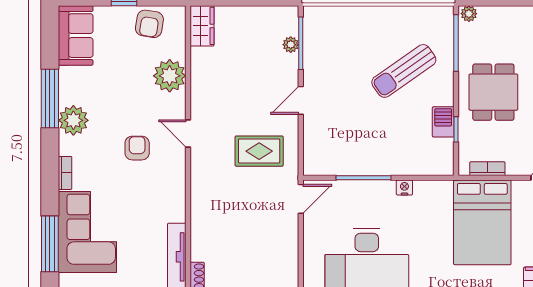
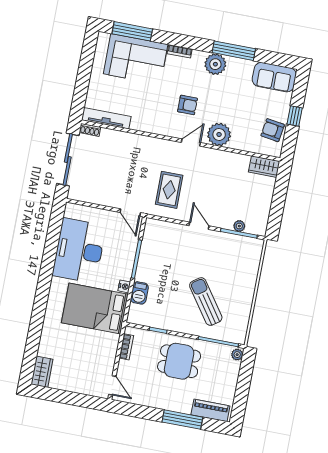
plant: (170, 76) -> (219, 134), moved
barbecue: (443, 122) -> (139, 293), moved, turned 90
bed: (482, 222) -> (95, 309), moved

